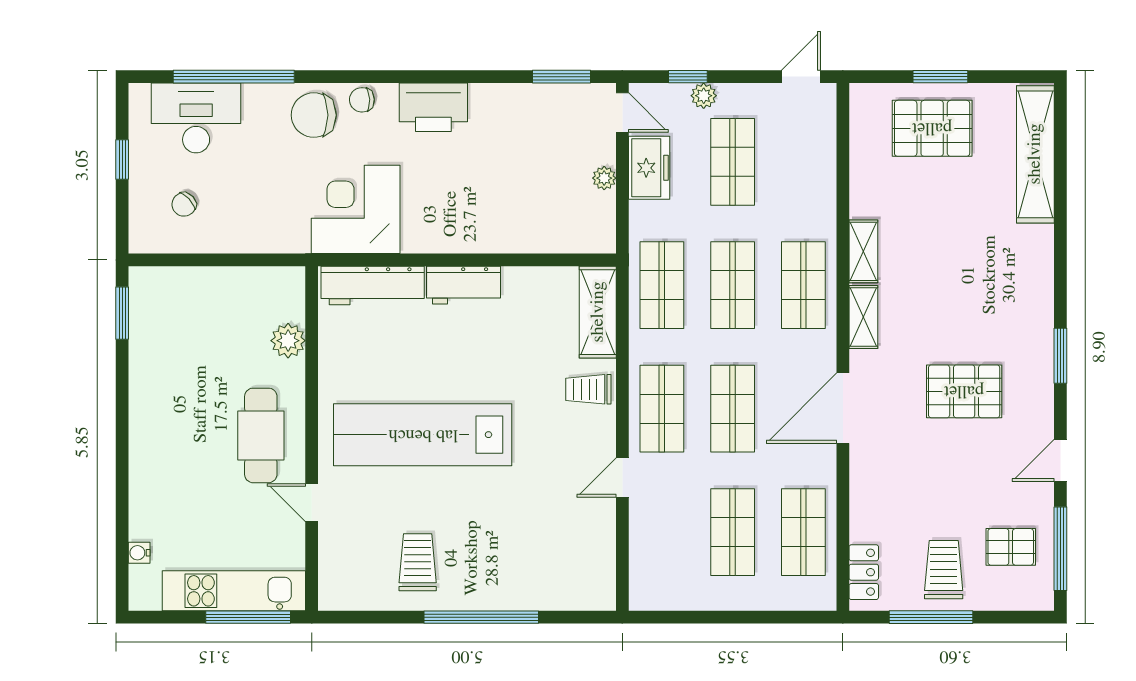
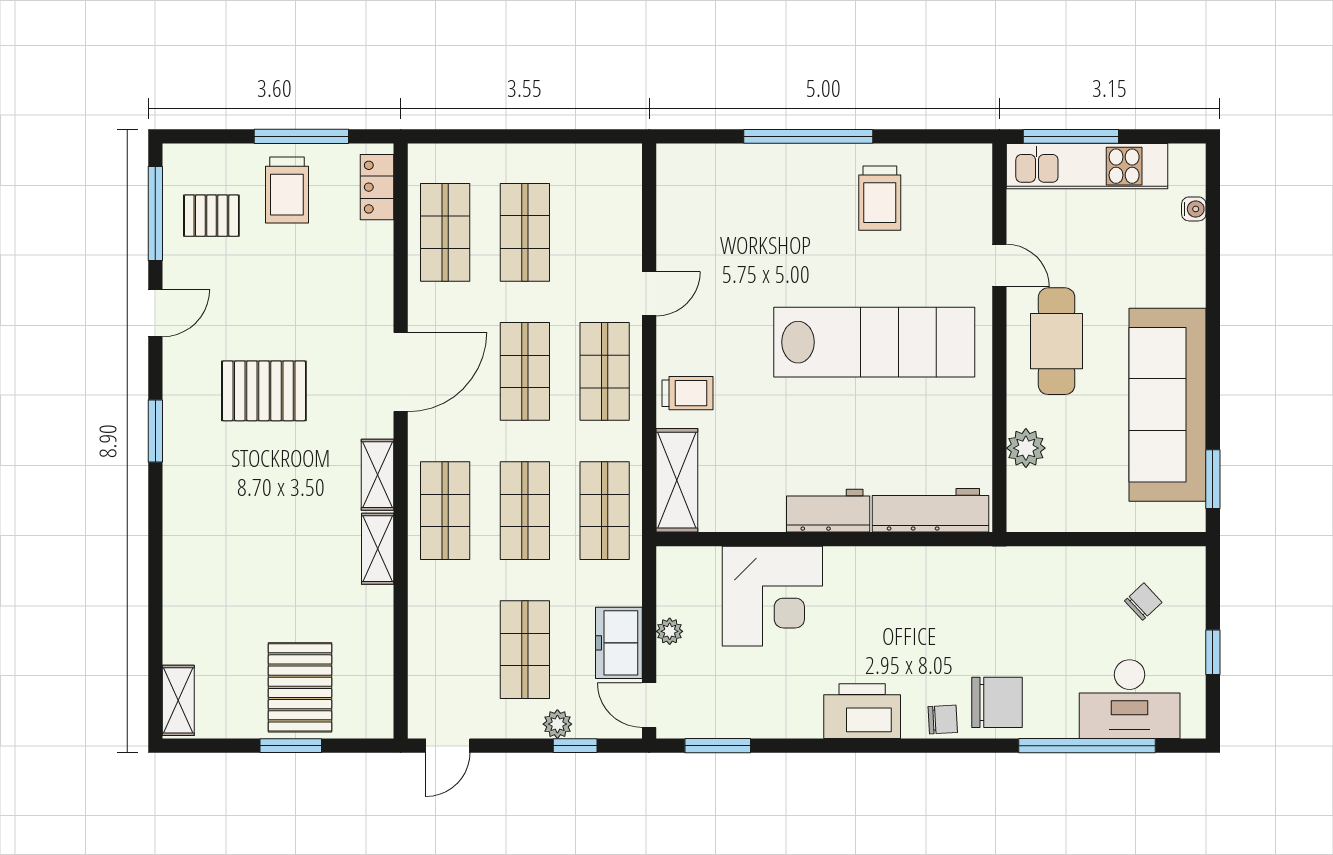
pallet: (932, 128) -> (300, 687), turned 90
shelving: (1035, 154) -> (178, 700), width x0.45, depth x0.75
corner desk: (356, 209) -> (772, 596), moved
sofa: (162, 379) -> (1167, 405), added

